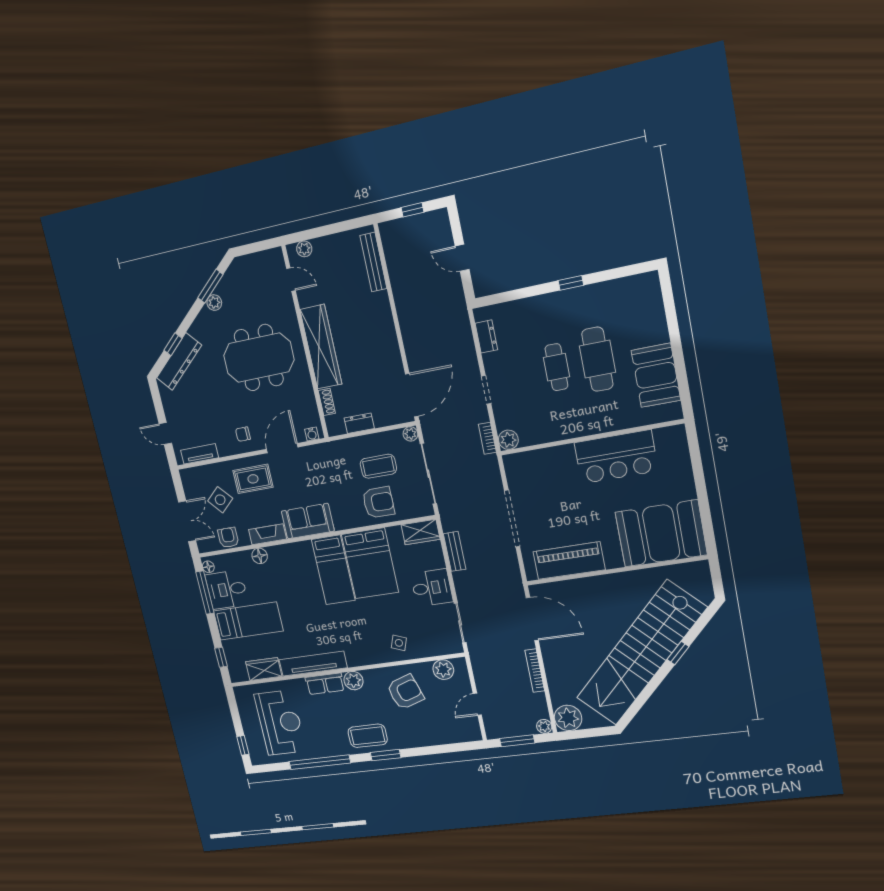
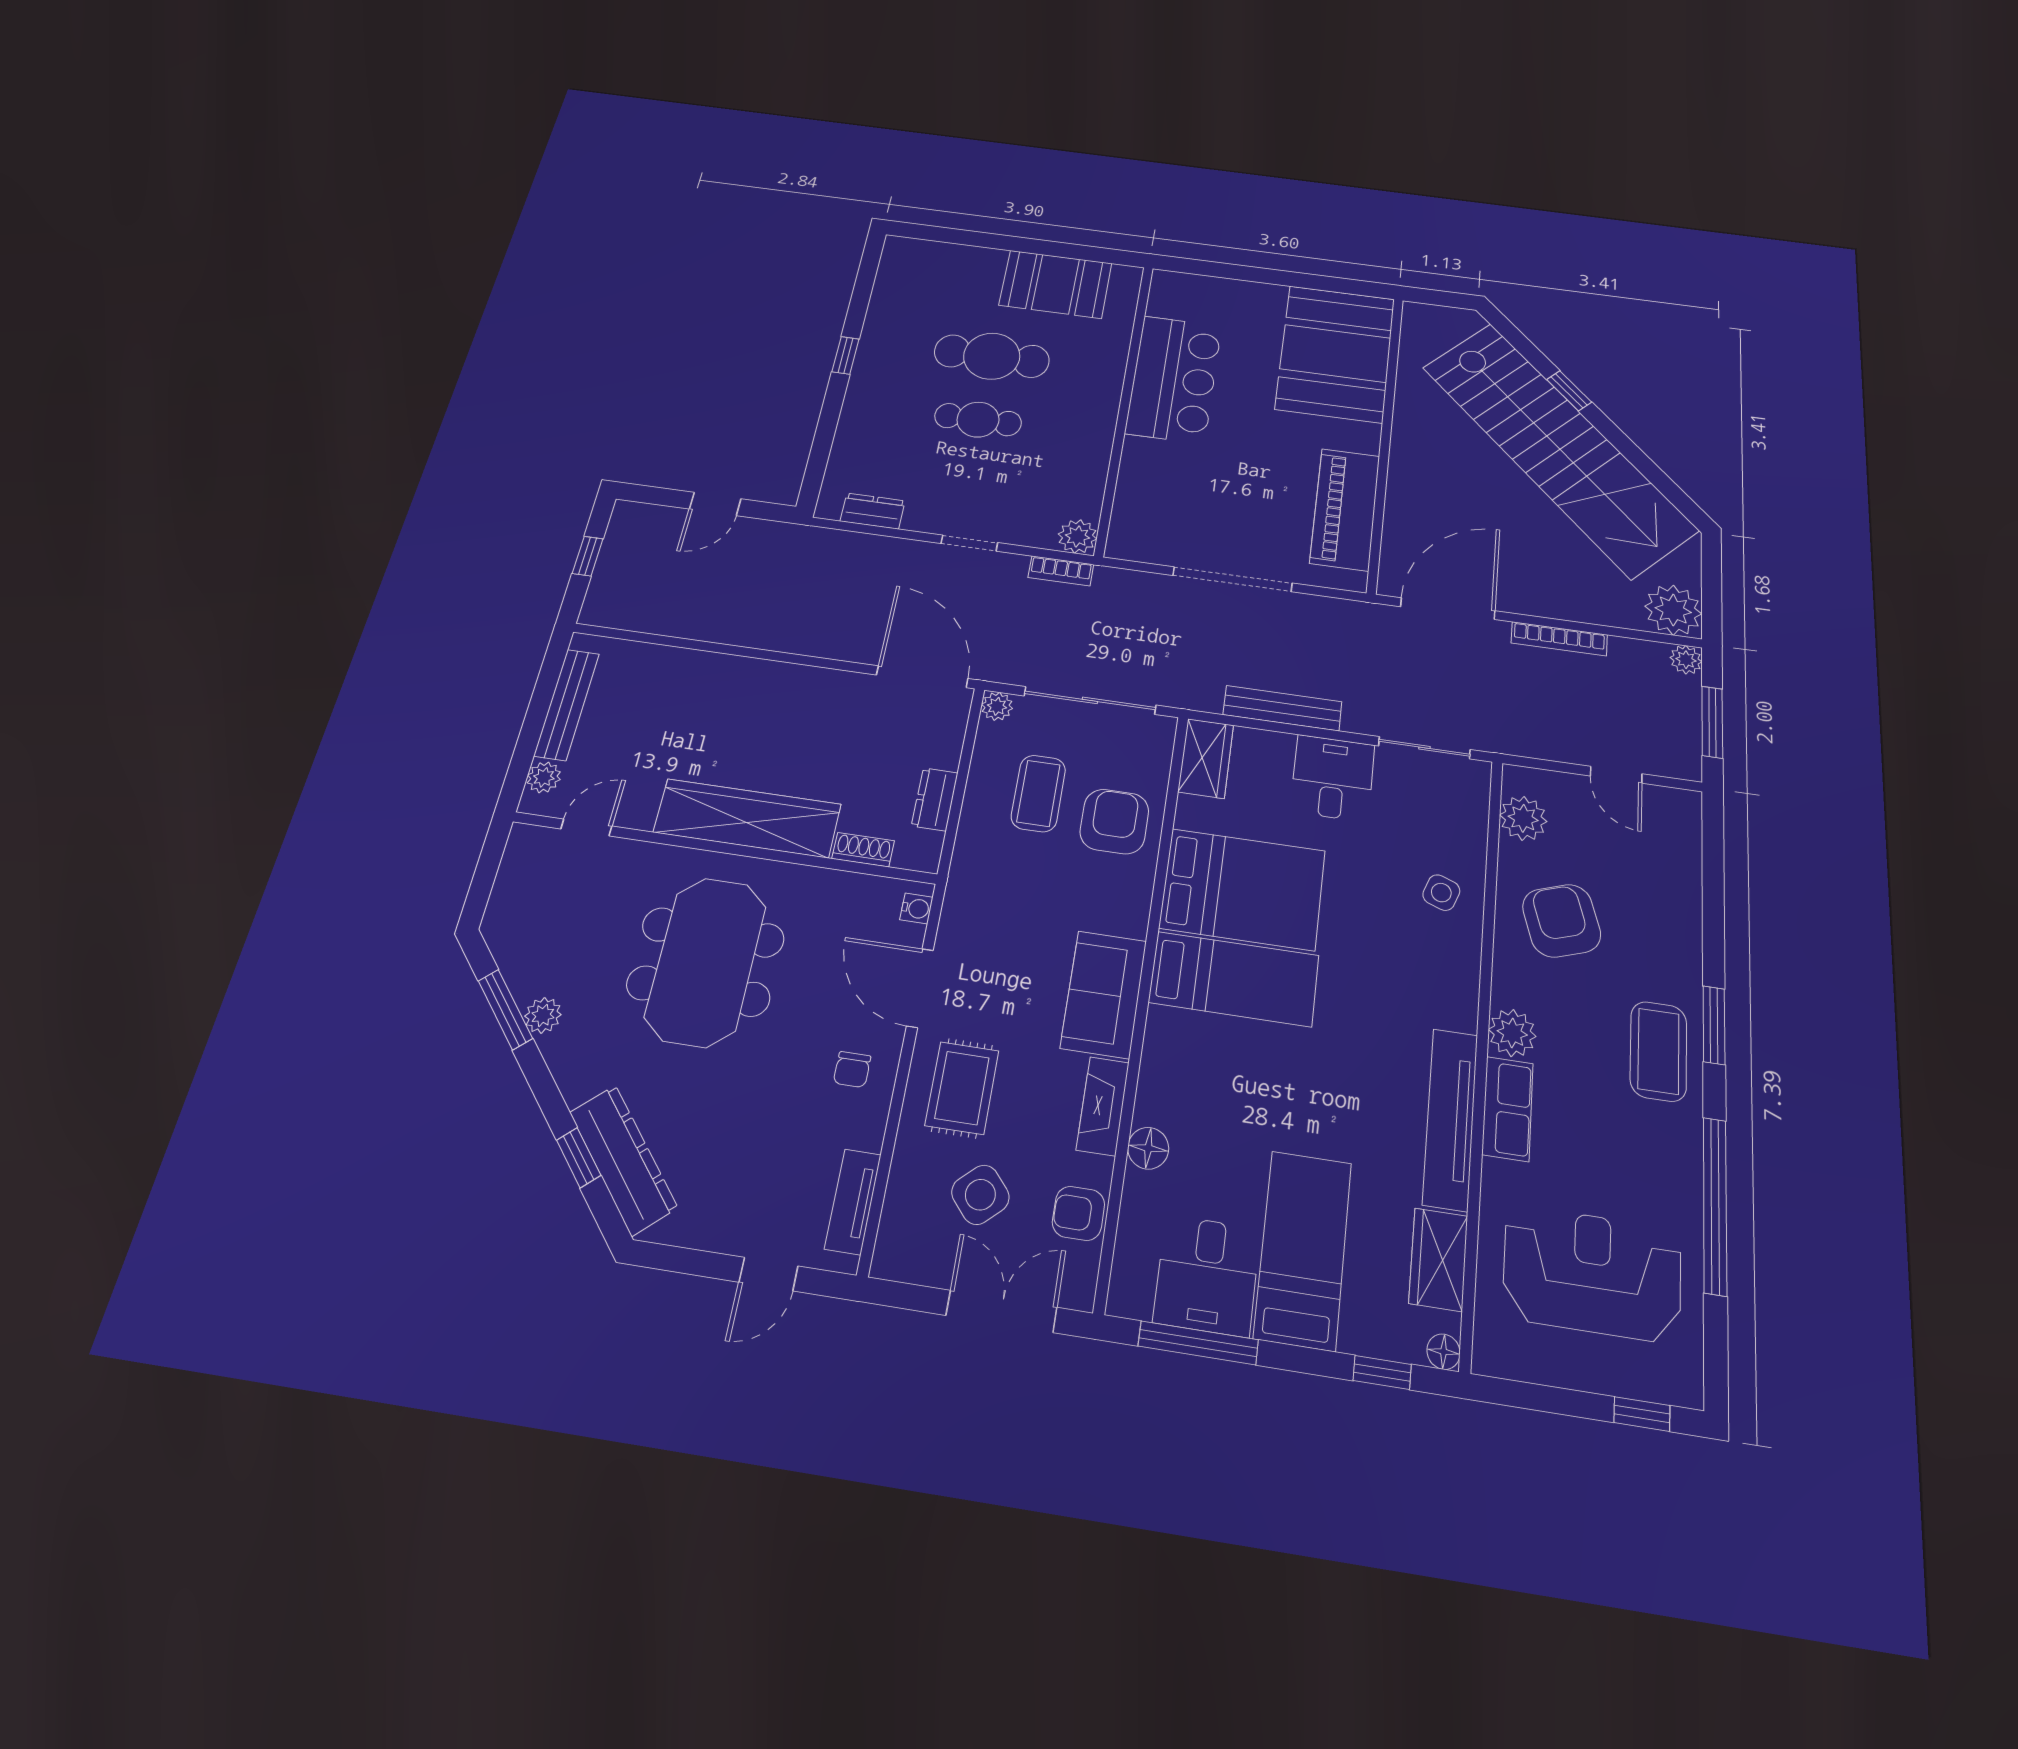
bench: (373, 262) -> (567, 705), moved, turned 90
bench: (455, 551) -> (1282, 708), width x1.36
floor lamp: (208, 567) -> (1444, 1352), moved

